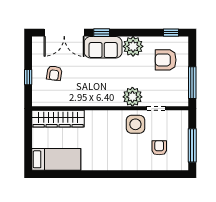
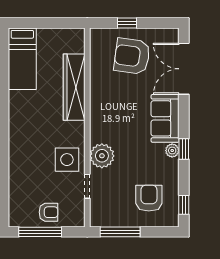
window: (102, 33) -> (184, 149), moved
plant: (133, 46) -> (172, 151), width x0.53, depth x0.53
armchair: (54, 73) -> (132, 56), width x1.88, depth x1.88
wardrobe: (58, 119) -> (74, 87), moved
armchair: (159, 148) -> (48, 212), moved

